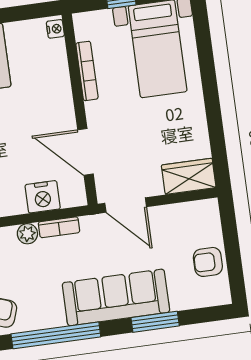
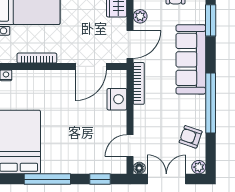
bookcase: (59, 227) -> (139, 83), width x1.56
plant: (27, 234) -> (140, 16), moved
window: (155, 322) -> (211, 20), moved

